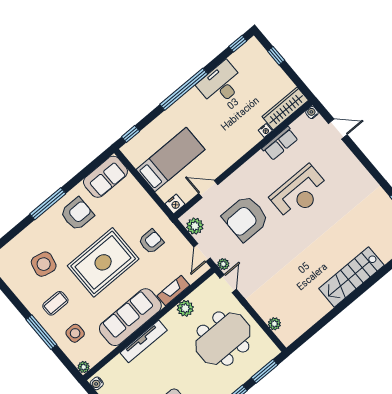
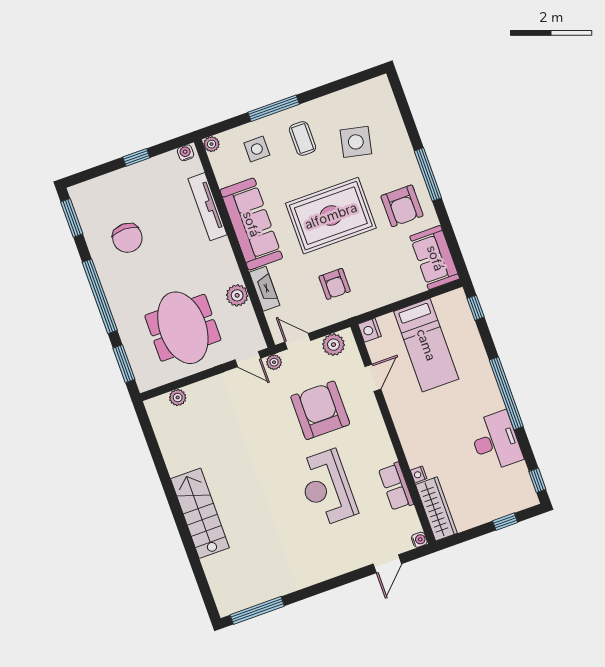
rug: (103, 262) -> (331, 216), turned 90
tv unit: (144, 341) -> (207, 207), moved

